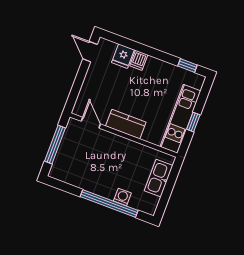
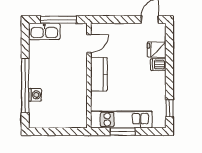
window: (193, 122) -> (123, 132), width x1.50
kitchen sink: (159, 178) -> (44, 31), moved, turned 180

